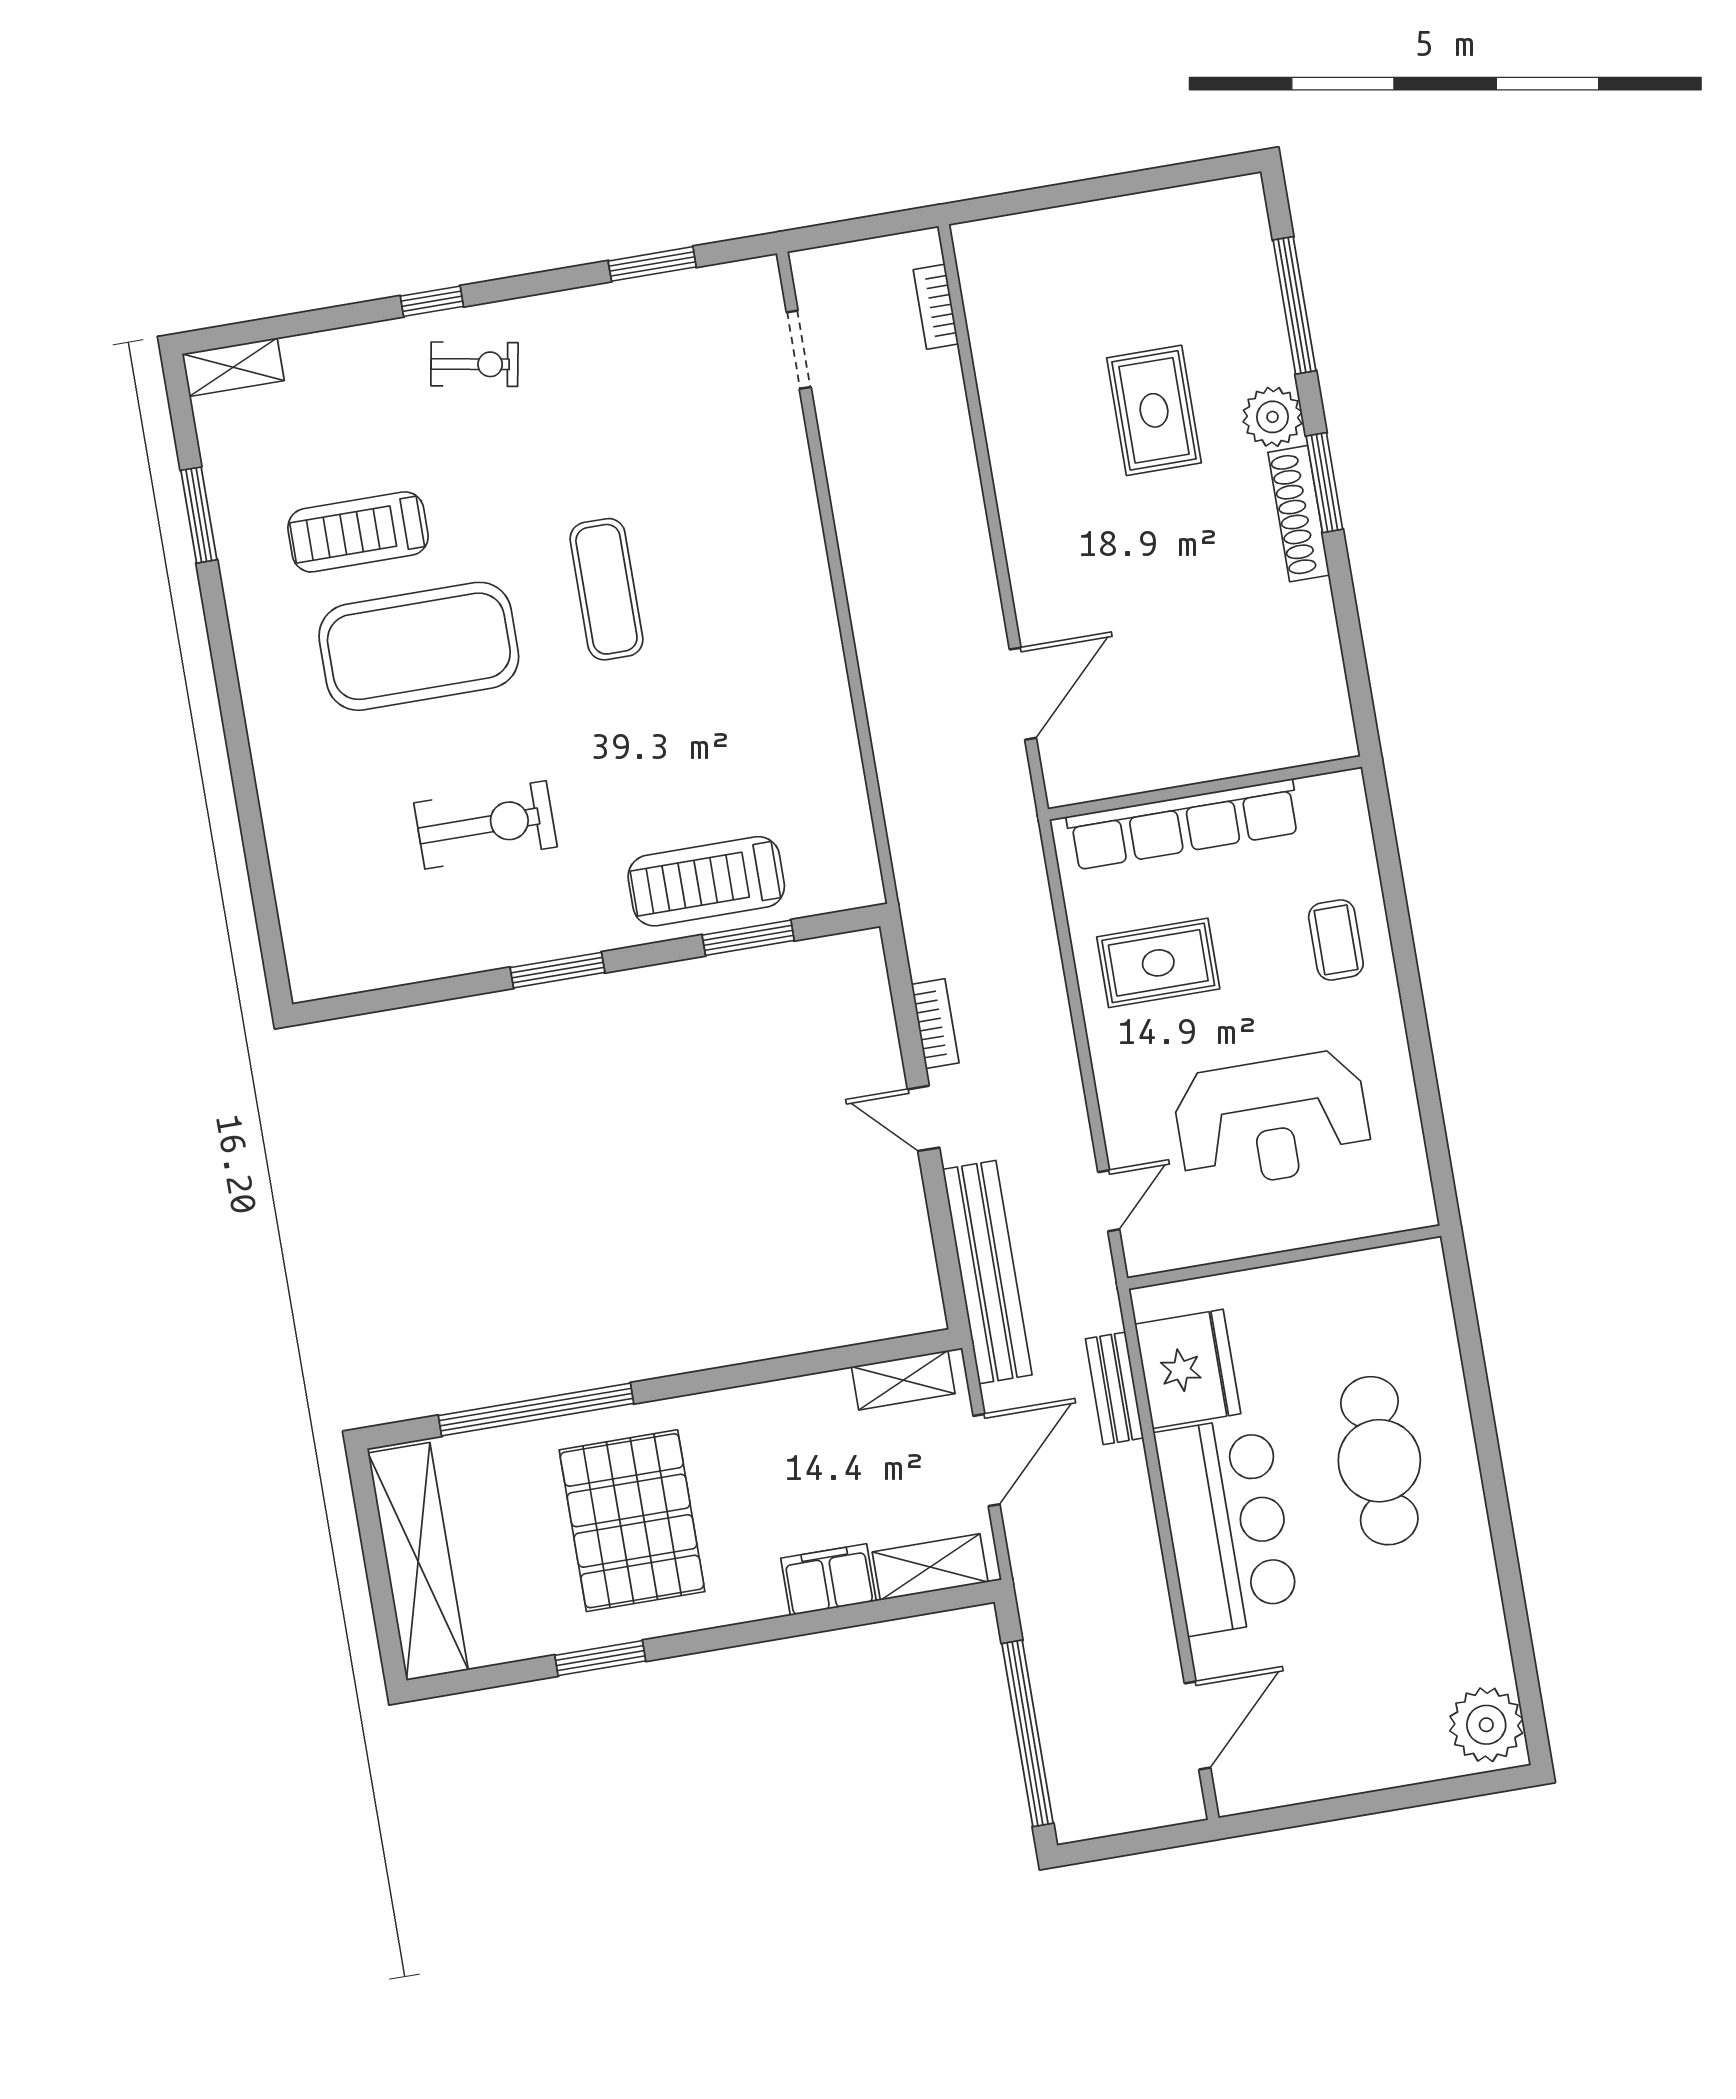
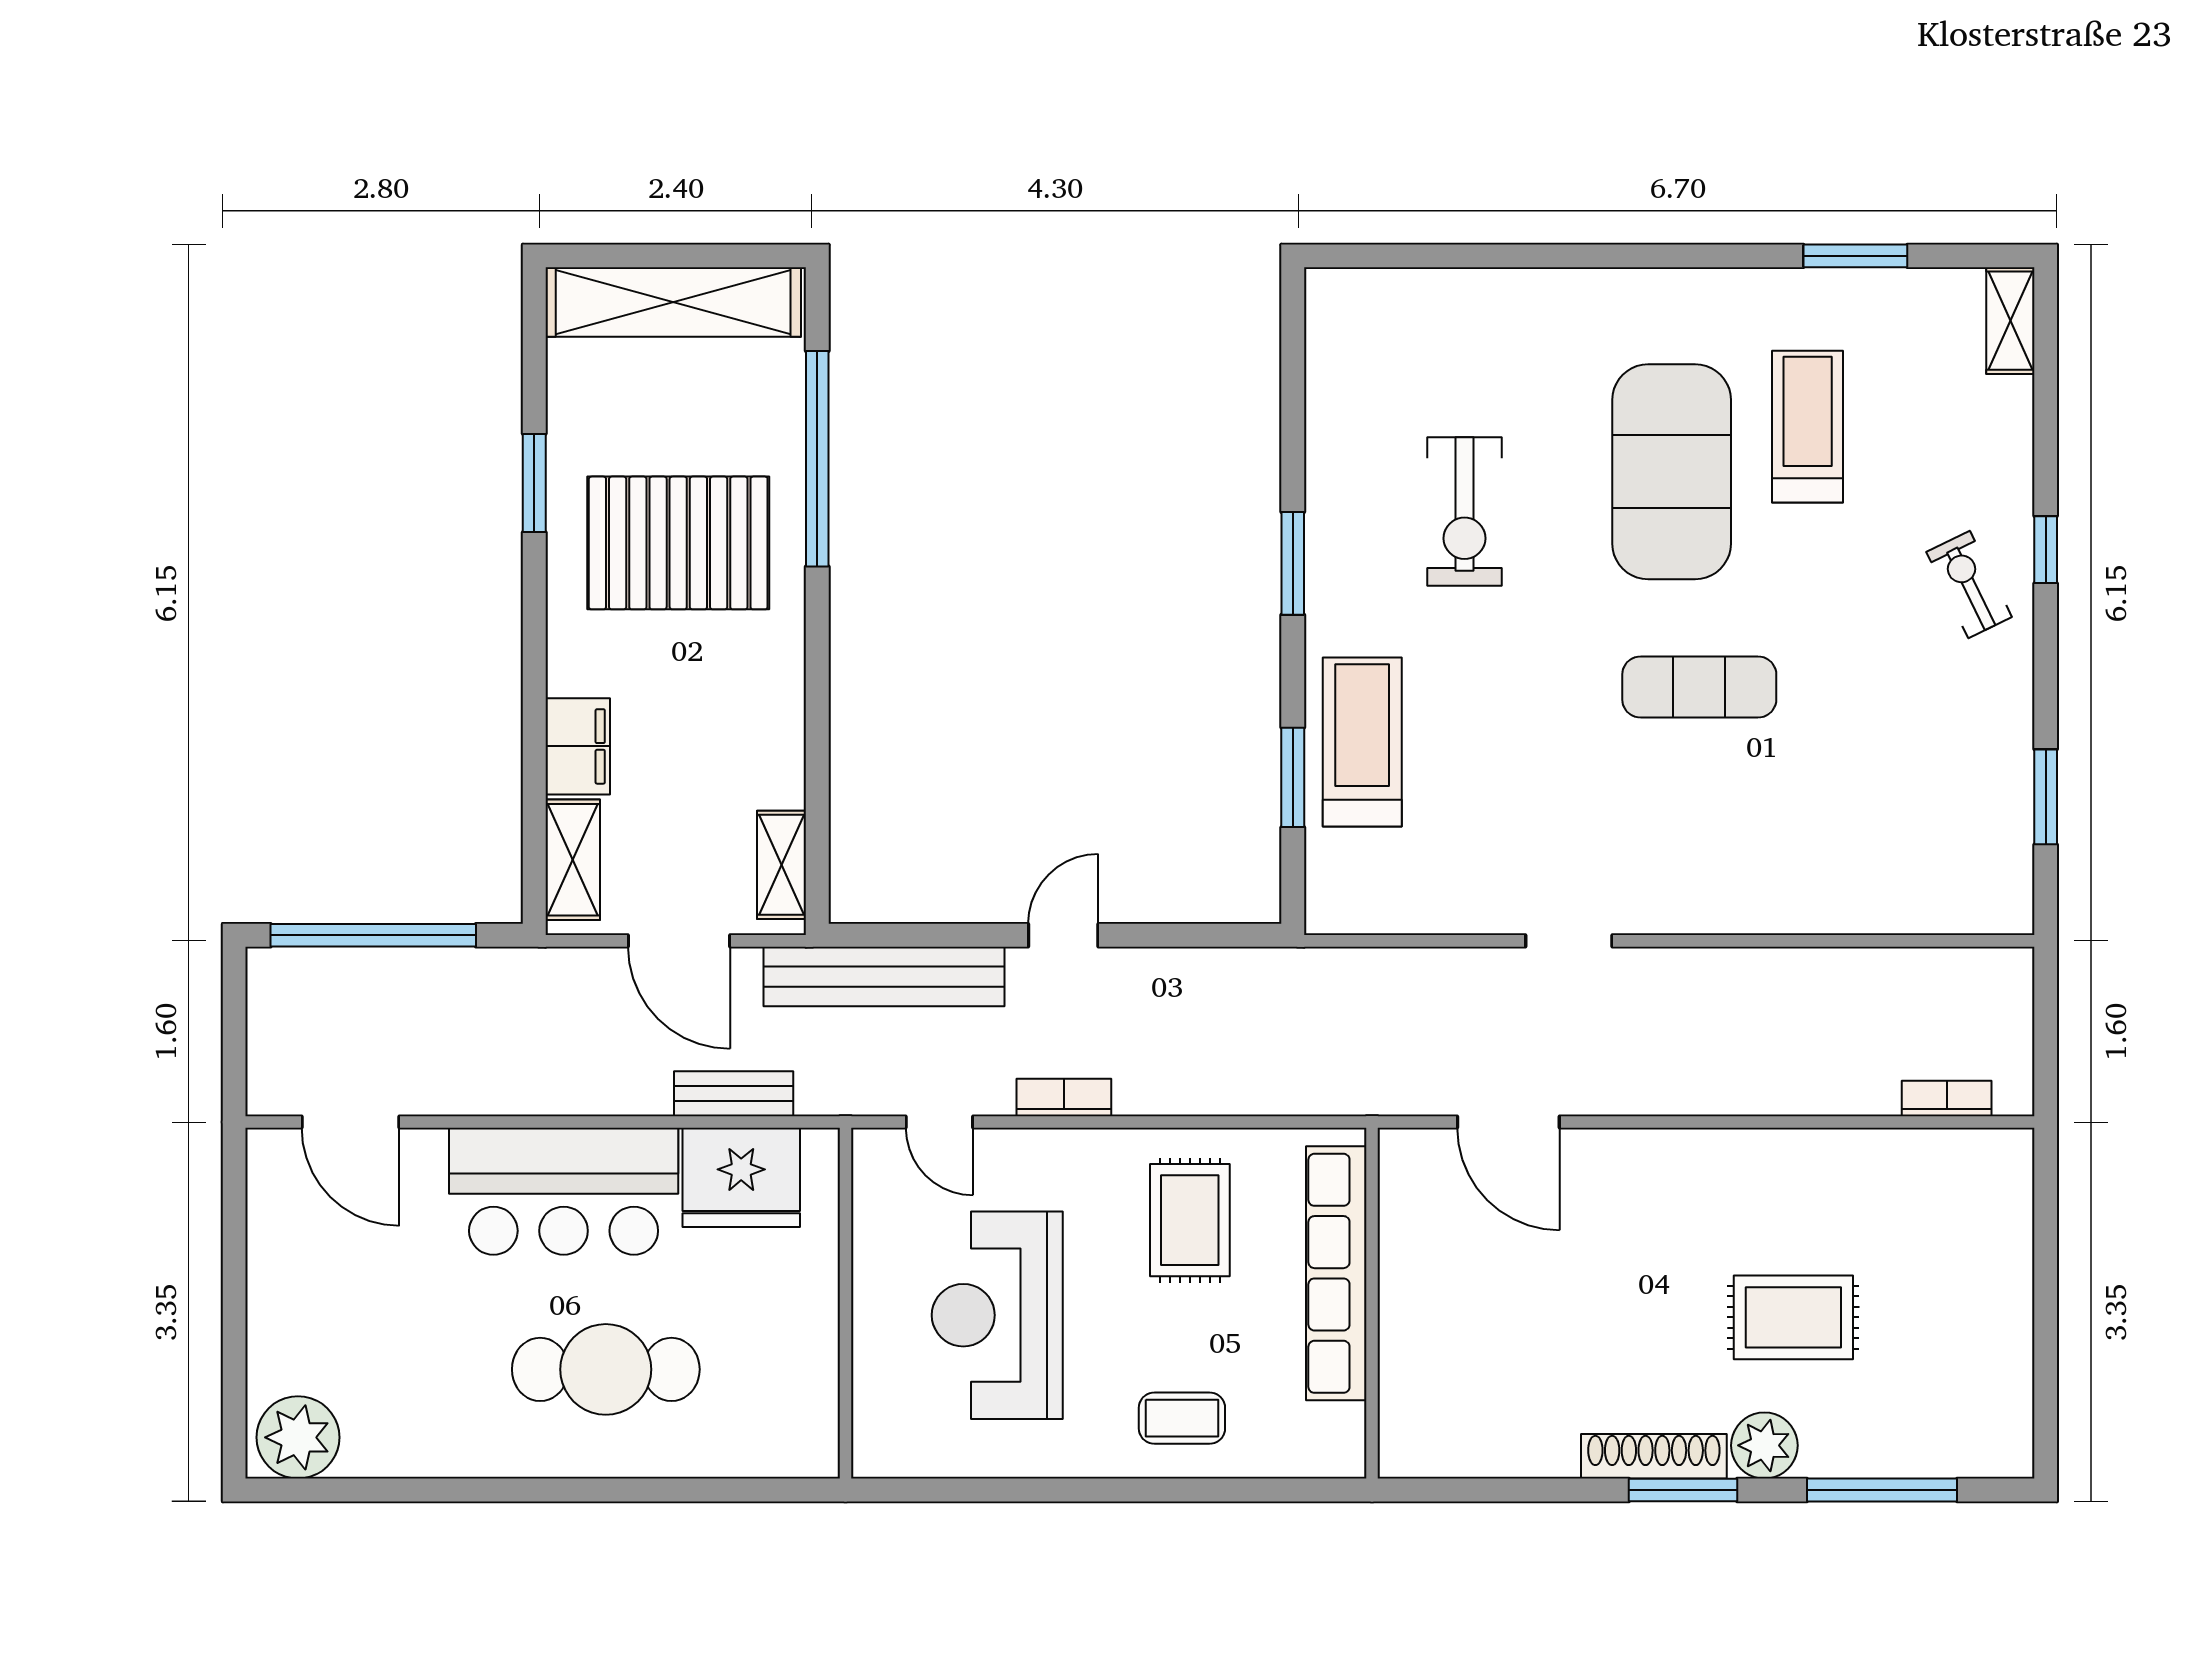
doorway: (799, 350) -> (1569, 941), moved
exercise bike: (474, 364) -> (1969, 584), turned 144
bookcase: (935, 1024) -> (1064, 1097), moved, turned 180

